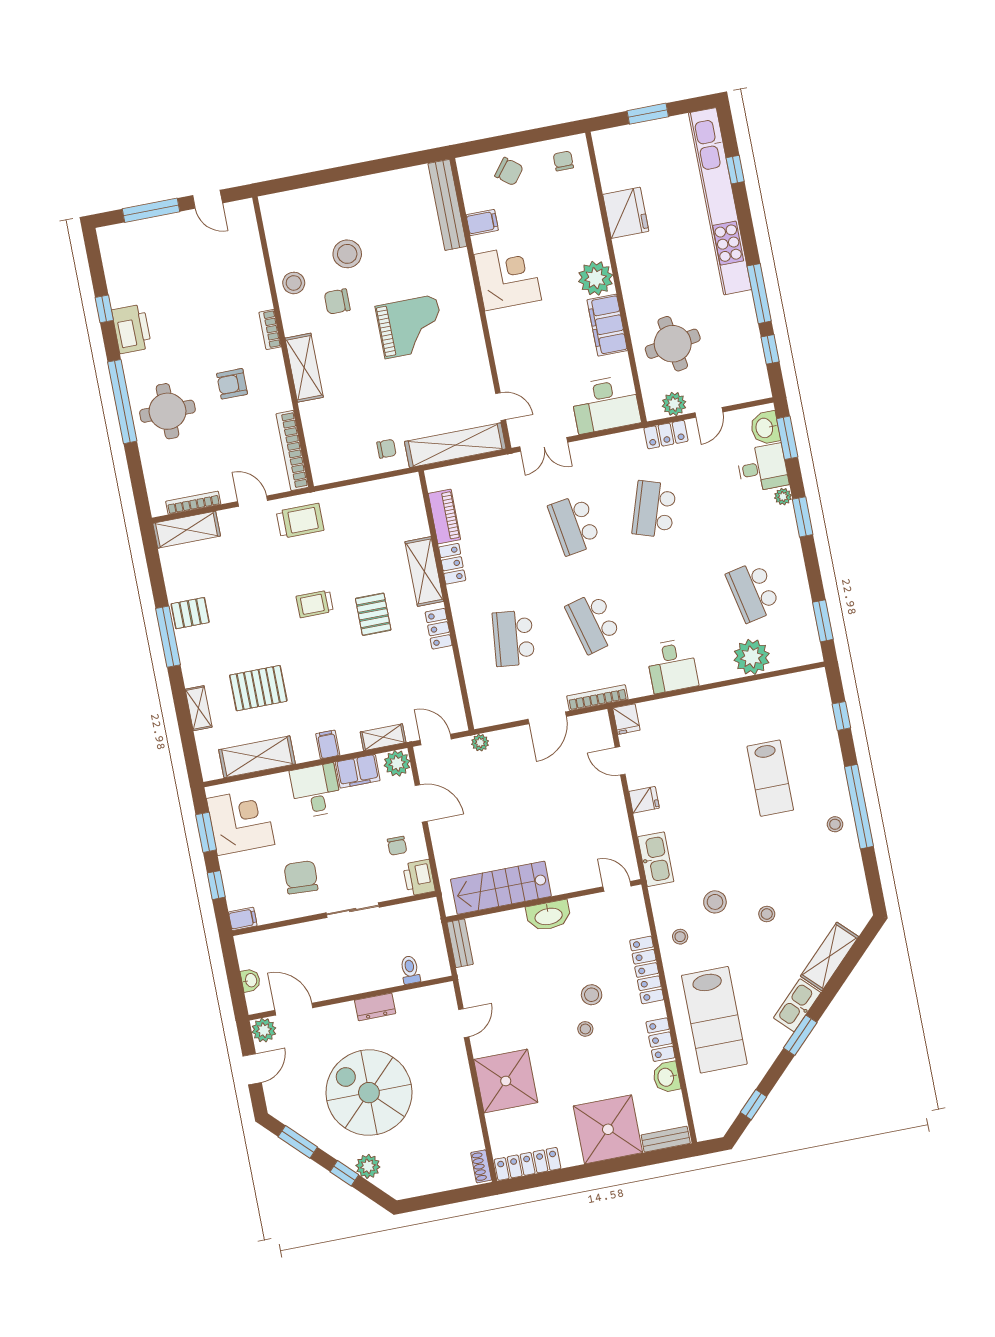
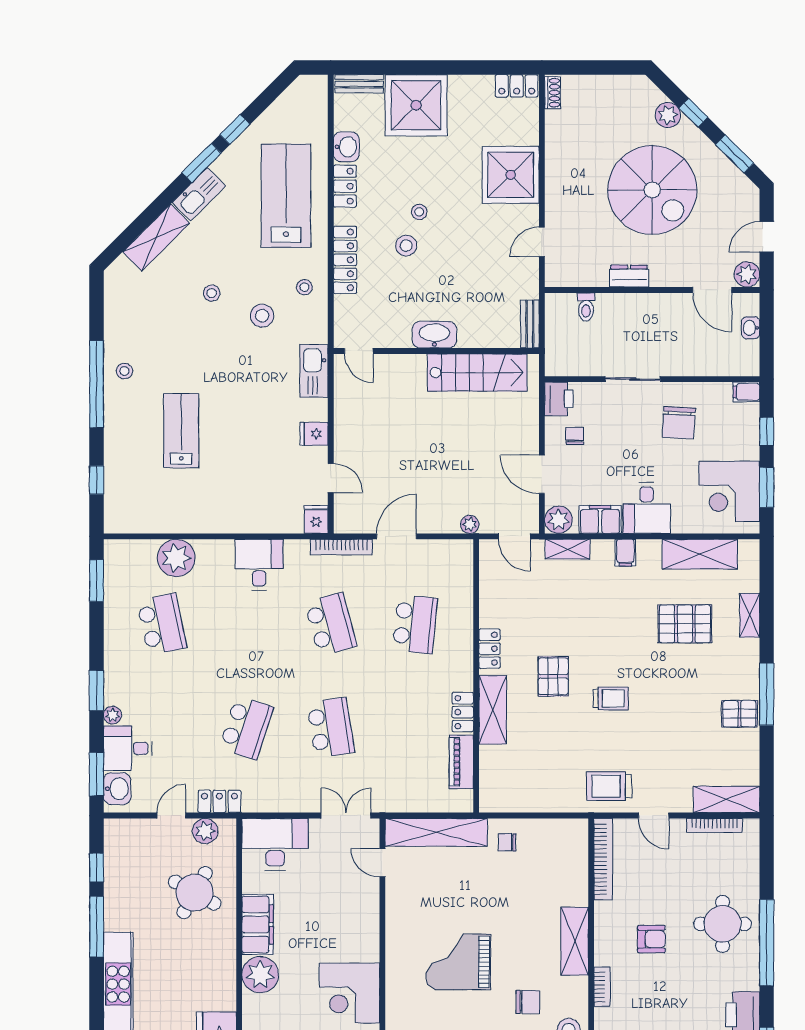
round table: (673, 344) -> (195, 893), turned 38
window: (754, 1105) -> (235, 129), moved
locker: (528, 1164) -> (517, 86), width x0.66

